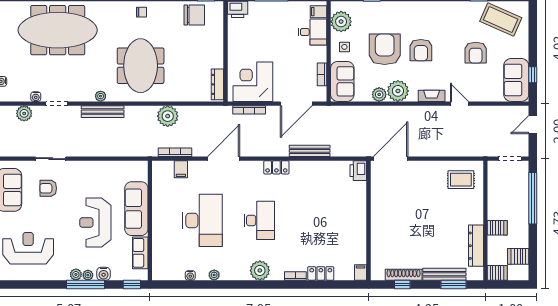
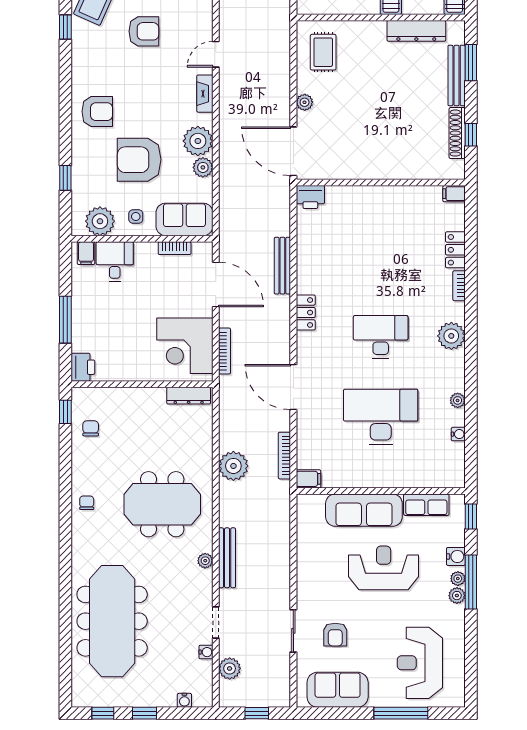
chair: (194, 15) -> (91, 428), width x0.54, depth x0.54
armchair: (421, 50) -> (97, 112), moved
plant: (425, 166) -> (305, 102), added
filing cabinet: (181, 169) -> (309, 479), moved
reception desk: (95, 222) -> (384, 568), turned 180

